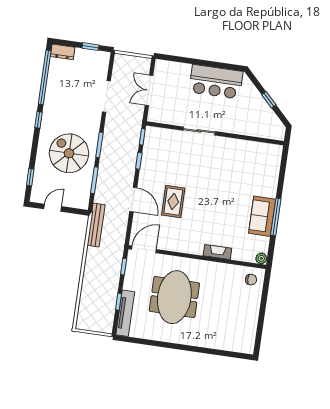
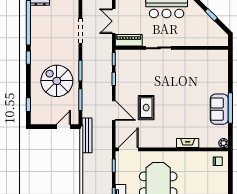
piano: (164, 116) -> (129, 40), added
door: (53, 208) -> (63, 127), moved

